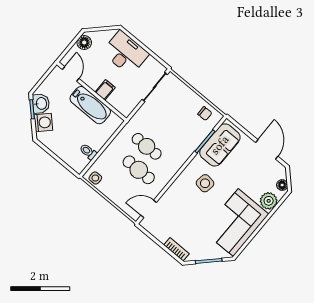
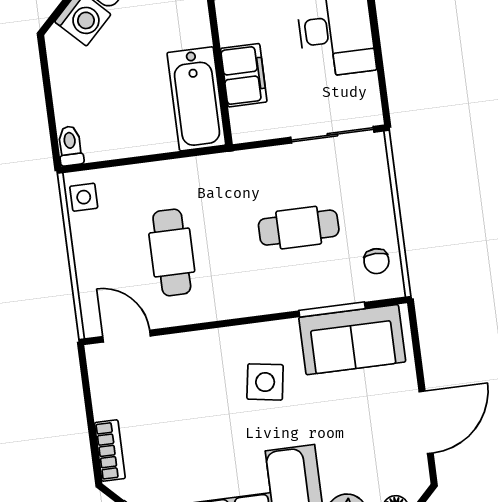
filing cabinet: (105, 90) -> (244, 75), width x2.00
bathtub: (90, 105) -> (196, 99), moved
cafe table: (147, 146) -> (299, 228), moved, turned 90
toilet: (88, 152) -> (70, 146), moved

